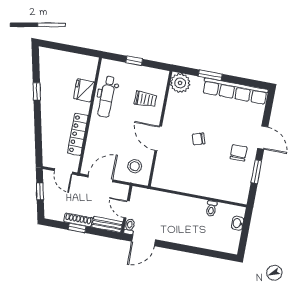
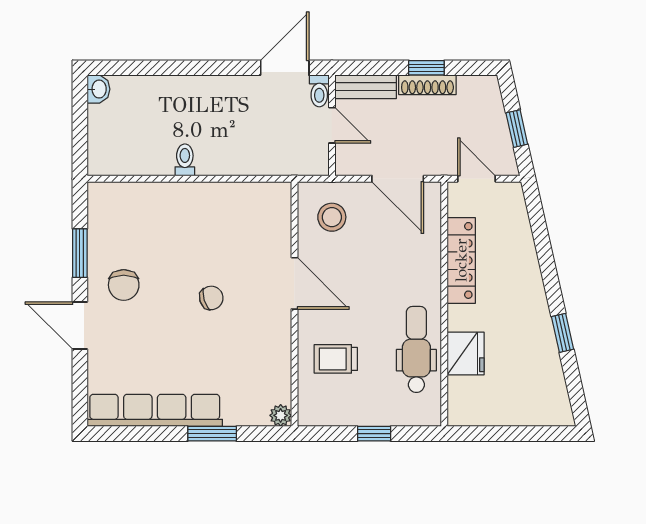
plant: (180, 83) -> (281, 415), width x0.53, depth x0.53
door: (100, 178) -> (398, 179), hinge flipped
toilet: (211, 209) -> (185, 160), moved
washbasin: (238, 223) -> (98, 89), moved

